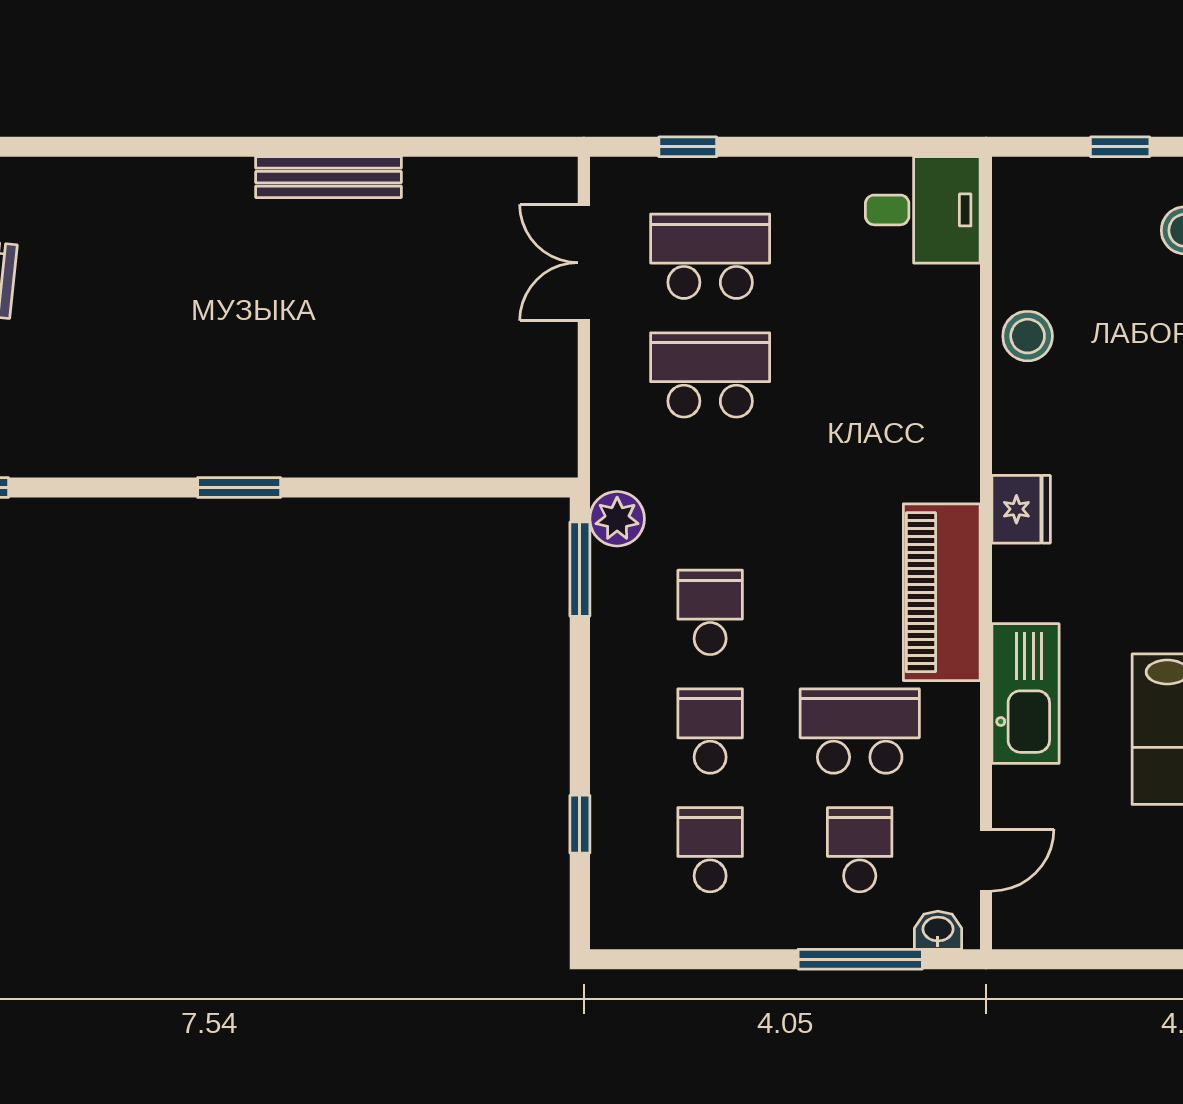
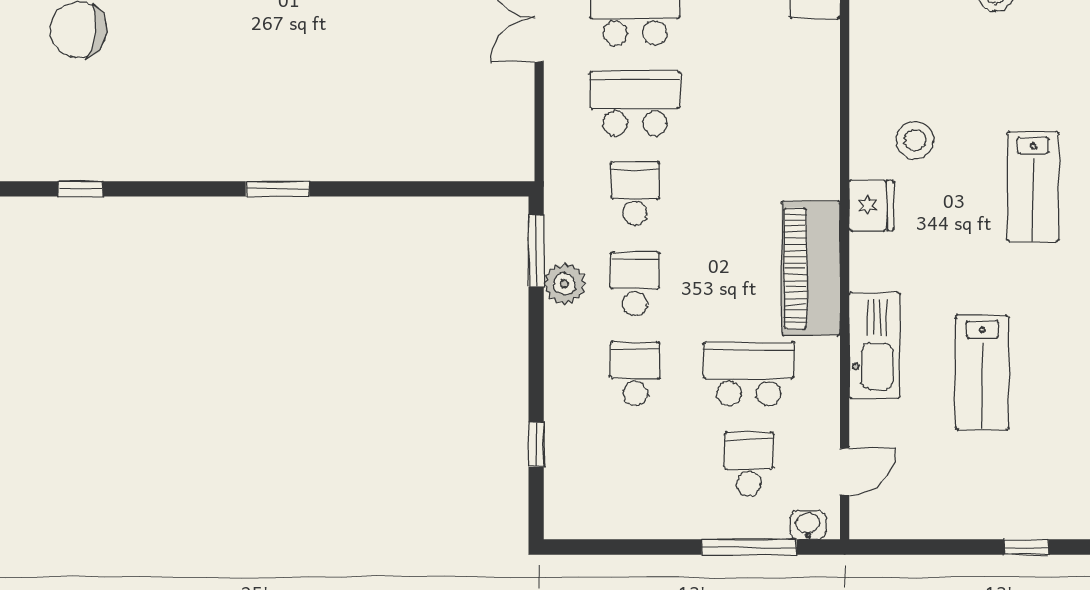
stool: (1028, 336) -> (915, 140), moved
plant: (617, 519) -> (564, 284), moved
school desk: (710, 850) -> (635, 194), moved

